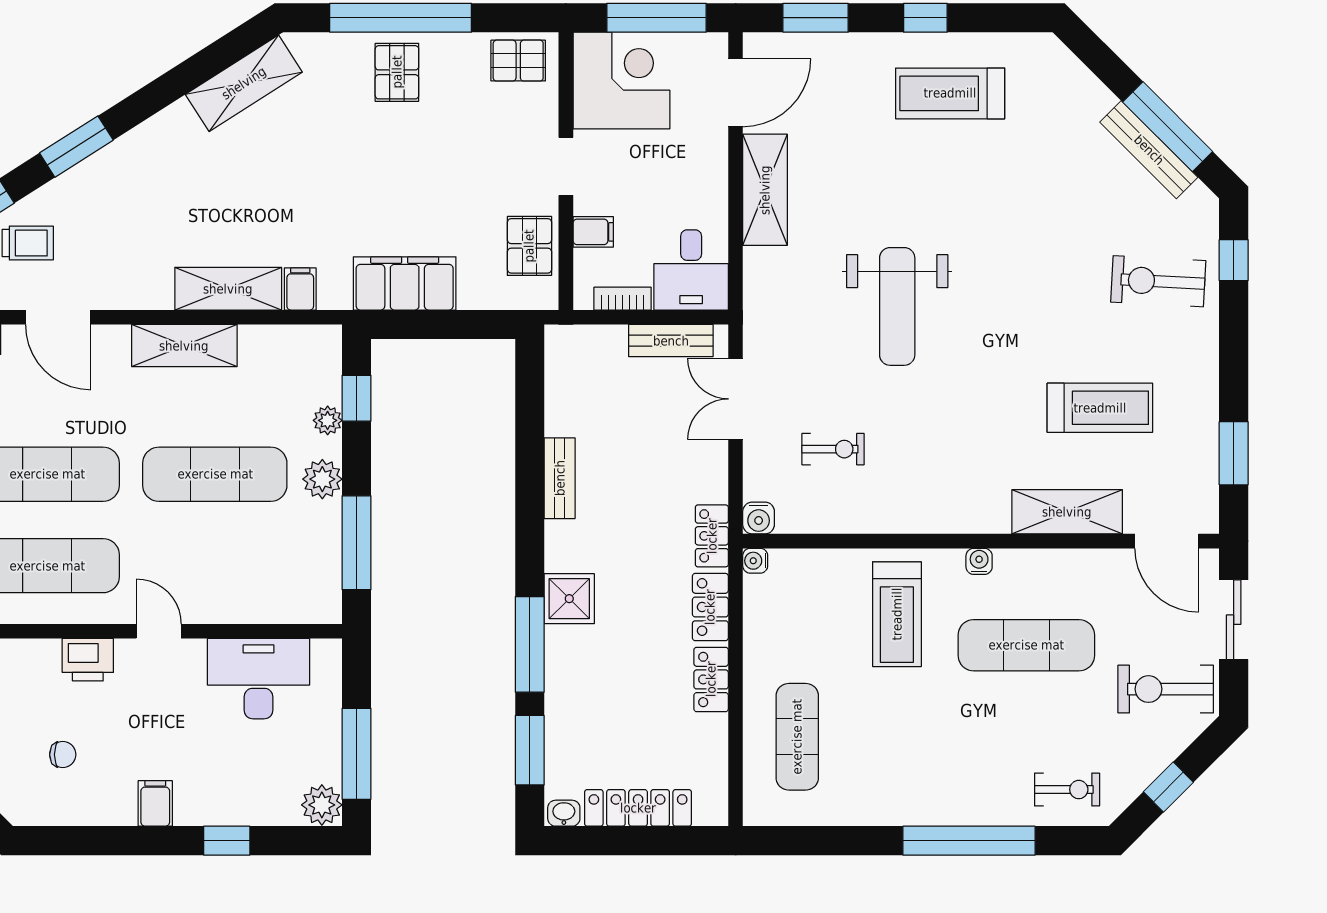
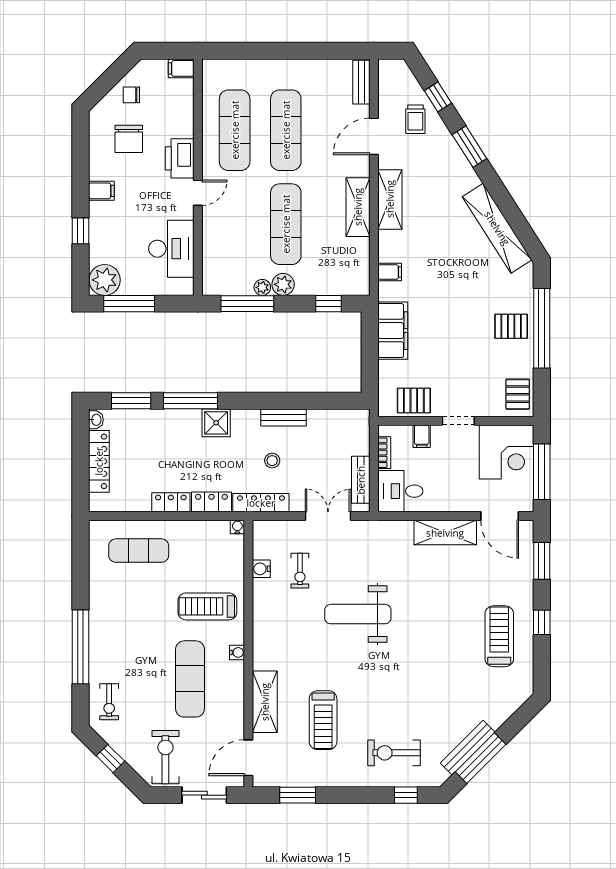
shelving: (244, 83) -> (497, 228), width x1.47
exercise bike: (1158, 281) -> (394, 753), turned -93
shelving: (228, 289) -> (390, 199), moved
weight bench: (897, 306) -> (358, 614), moved
plant: (328, 420) -> (262, 287), moved
stool: (637, 499) -> (272, 461), added
water cooler: (759, 518) -> (261, 569), moved
locker: (712, 536) -> (261, 503), width x1.53
printer: (88, 660) -> (180, 158), width x1.37, depth x1.19
chair: (63, 755) -> (129, 139), width x1.87, depth x1.87
plant: (322, 805) -> (105, 280), width x1.36, depth x1.36

